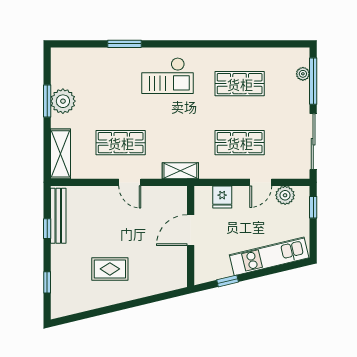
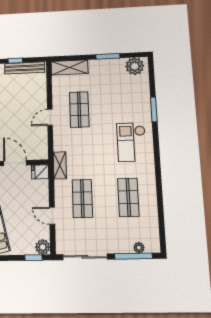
plant: (63, 101) -> (135, 66), moved
shelving: (180, 171) -> (60, 165), moved
plant: (285, 195) -> (43, 247), moved
fridge: (222, 197) -> (40, 172), moved

